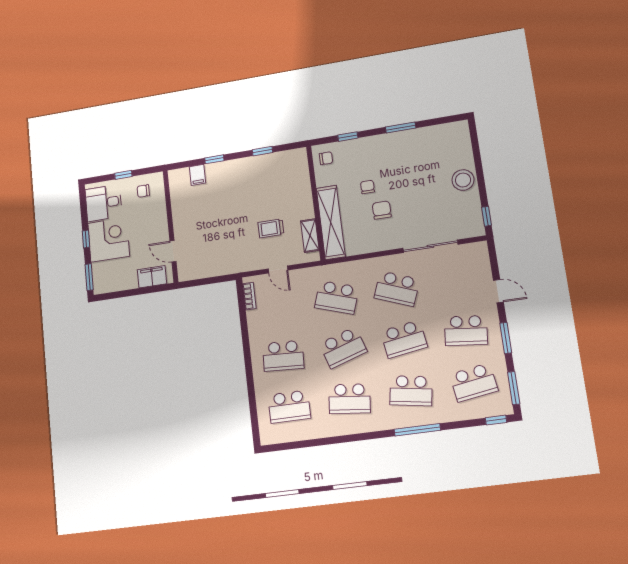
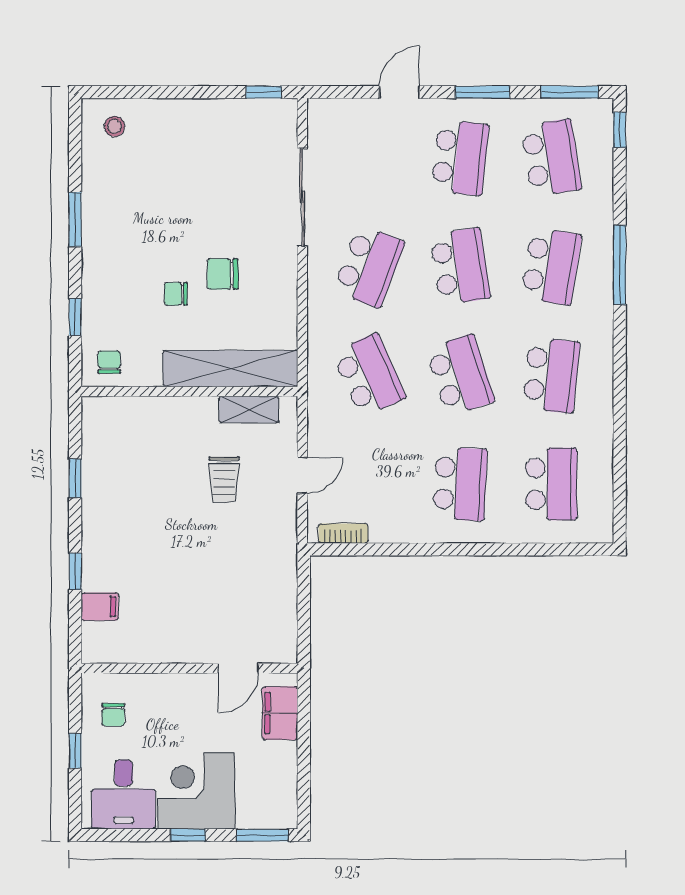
stool: (463, 180) -> (115, 126), moved, width x0.53, depth x0.53
school desk: (337, 297) -> (369, 375), turned -42

